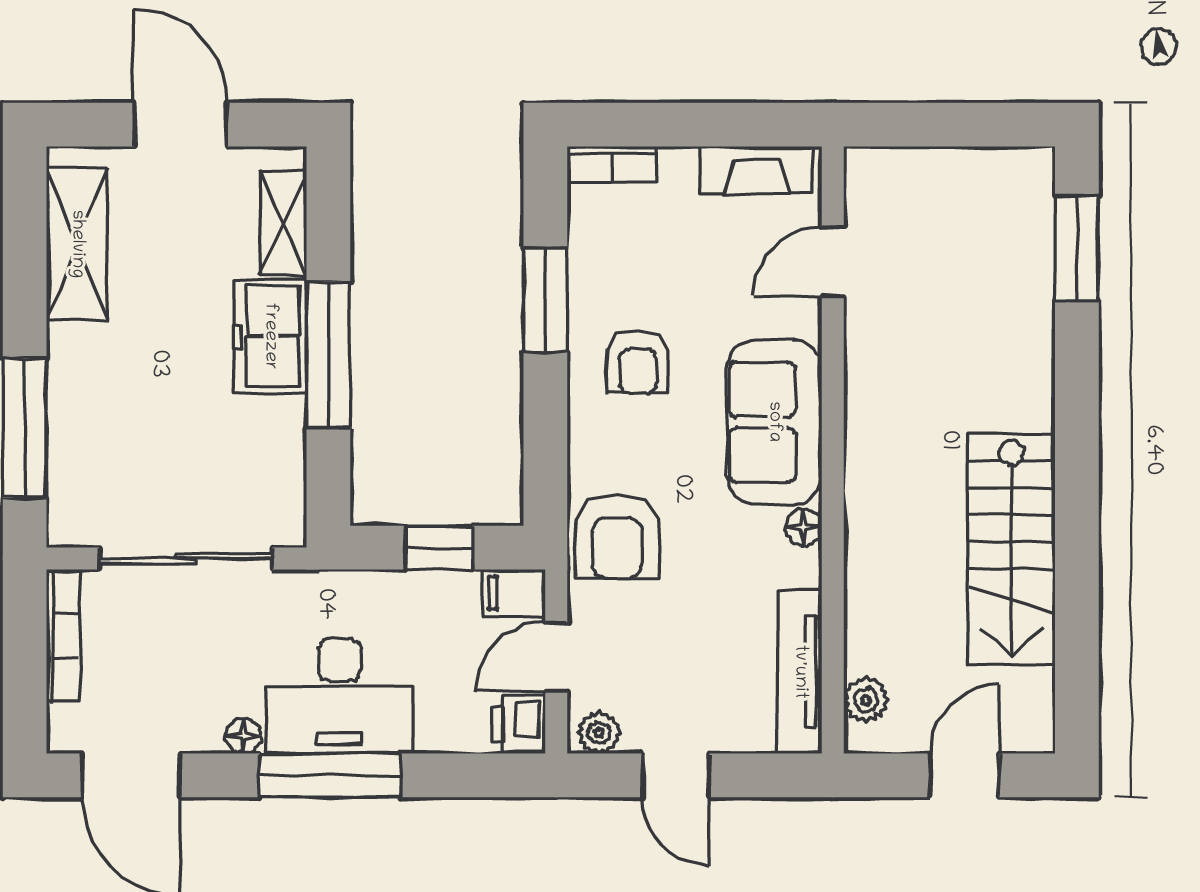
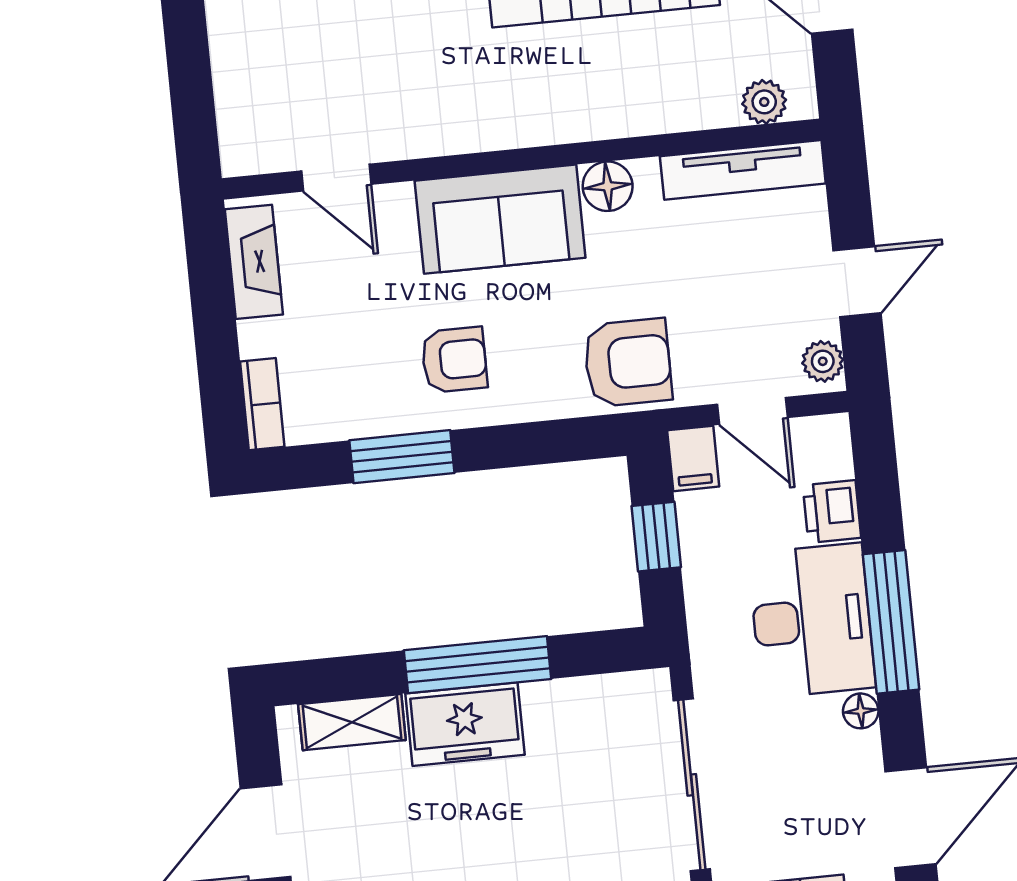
floor lamp: (804, 527) -> (608, 186), width x1.37, depth x1.37
printer: (519, 724) -> (832, 512), moved, turned 90

